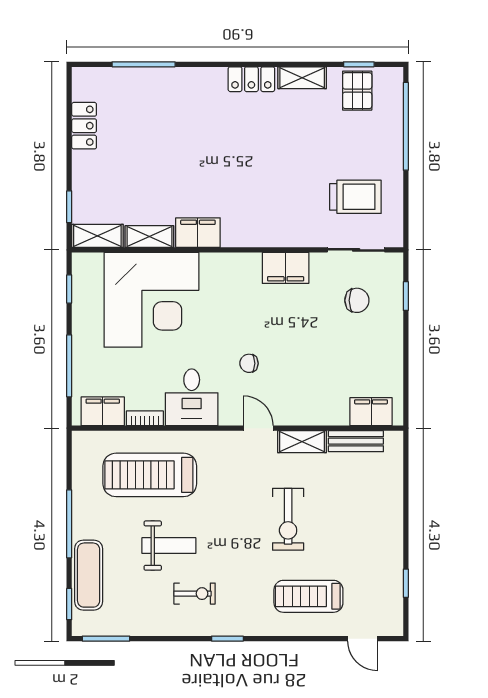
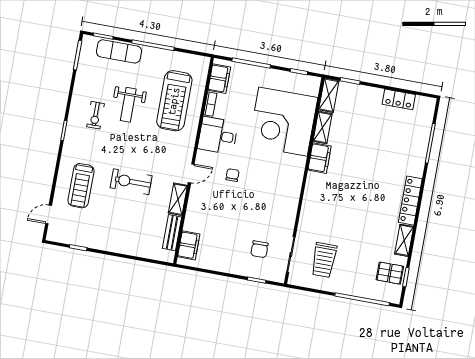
locker: (251, 79) -> (410, 201), width x1.53
filing cabinet: (286, 268) -> (288, 209), removed
treadmill: (150, 475) -> (174, 101), turned 180
treadmill: (308, 596) -> (81, 186), turned 180

